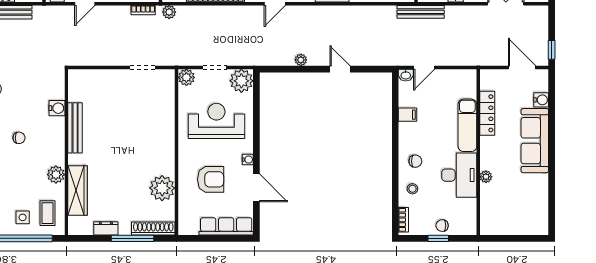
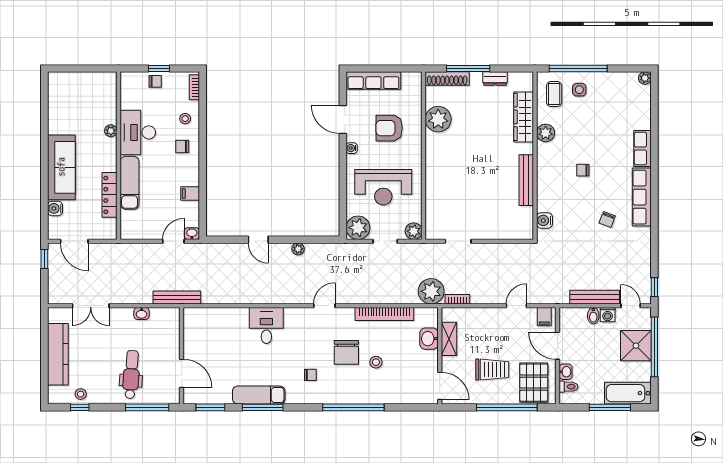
plant: (169, 12) -> (431, 291), width x1.87, depth x1.87
water cooler: (57, 108) -> (544, 220), moved

